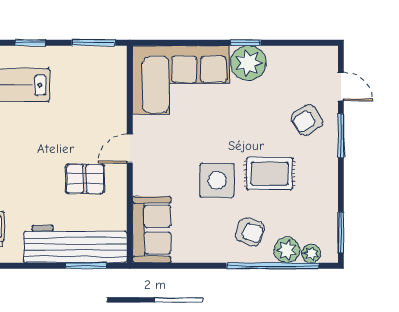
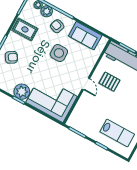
door: (130, 149) -> (86, 84), hinge flipped
rug: (270, 174) -> (25, 29), moved
sofa: (152, 230) -> (85, 36), moved, turned -90

